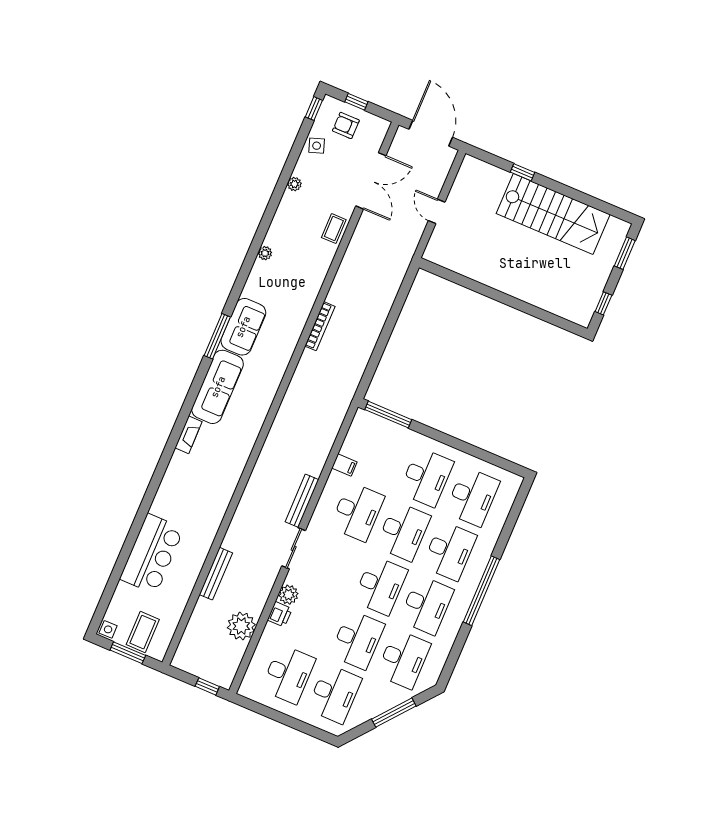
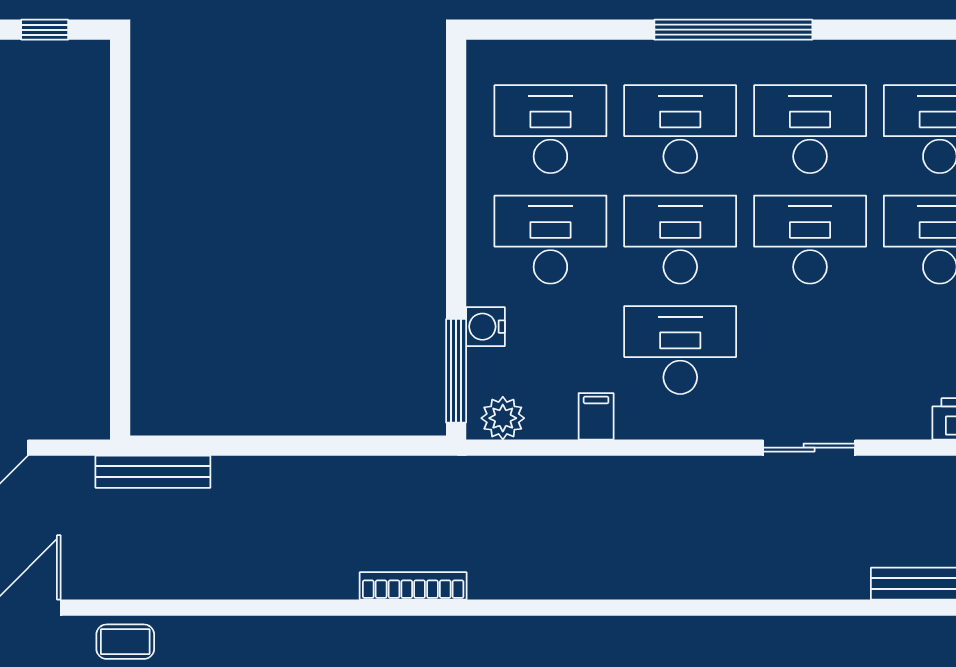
bookcase: (320, 326) -> (413, 586), moved
water cooler: (401, 435) -> (486, 327), added
bench: (302, 501) -> (153, 472), moved
plant: (289, 595) -> (503, 418), moved

